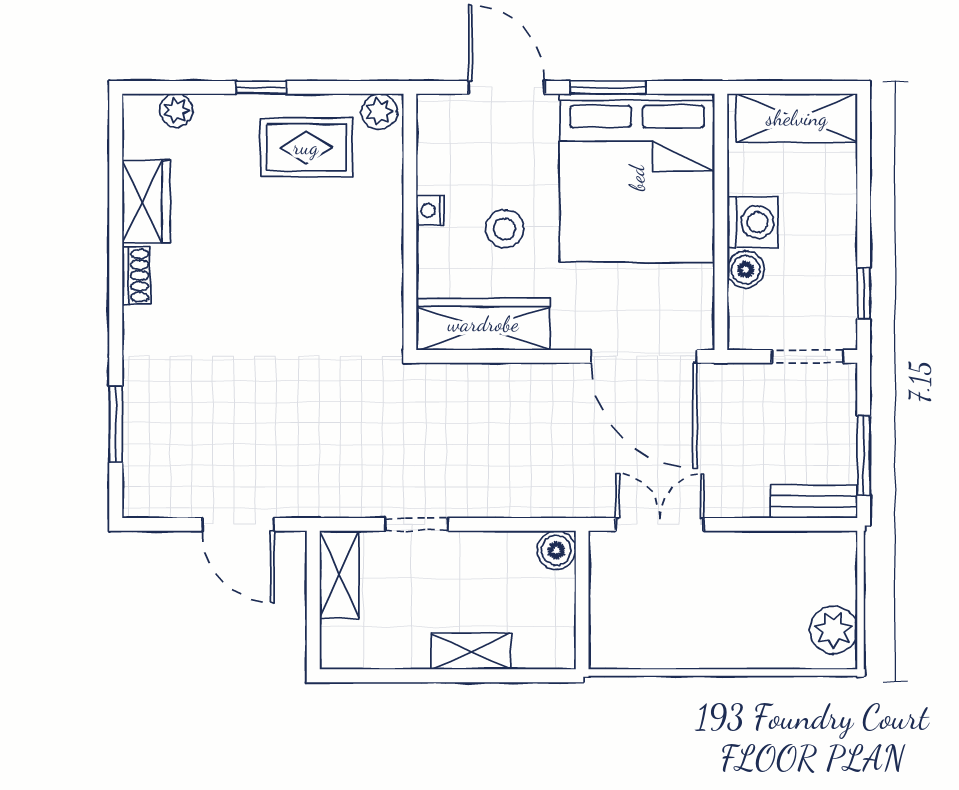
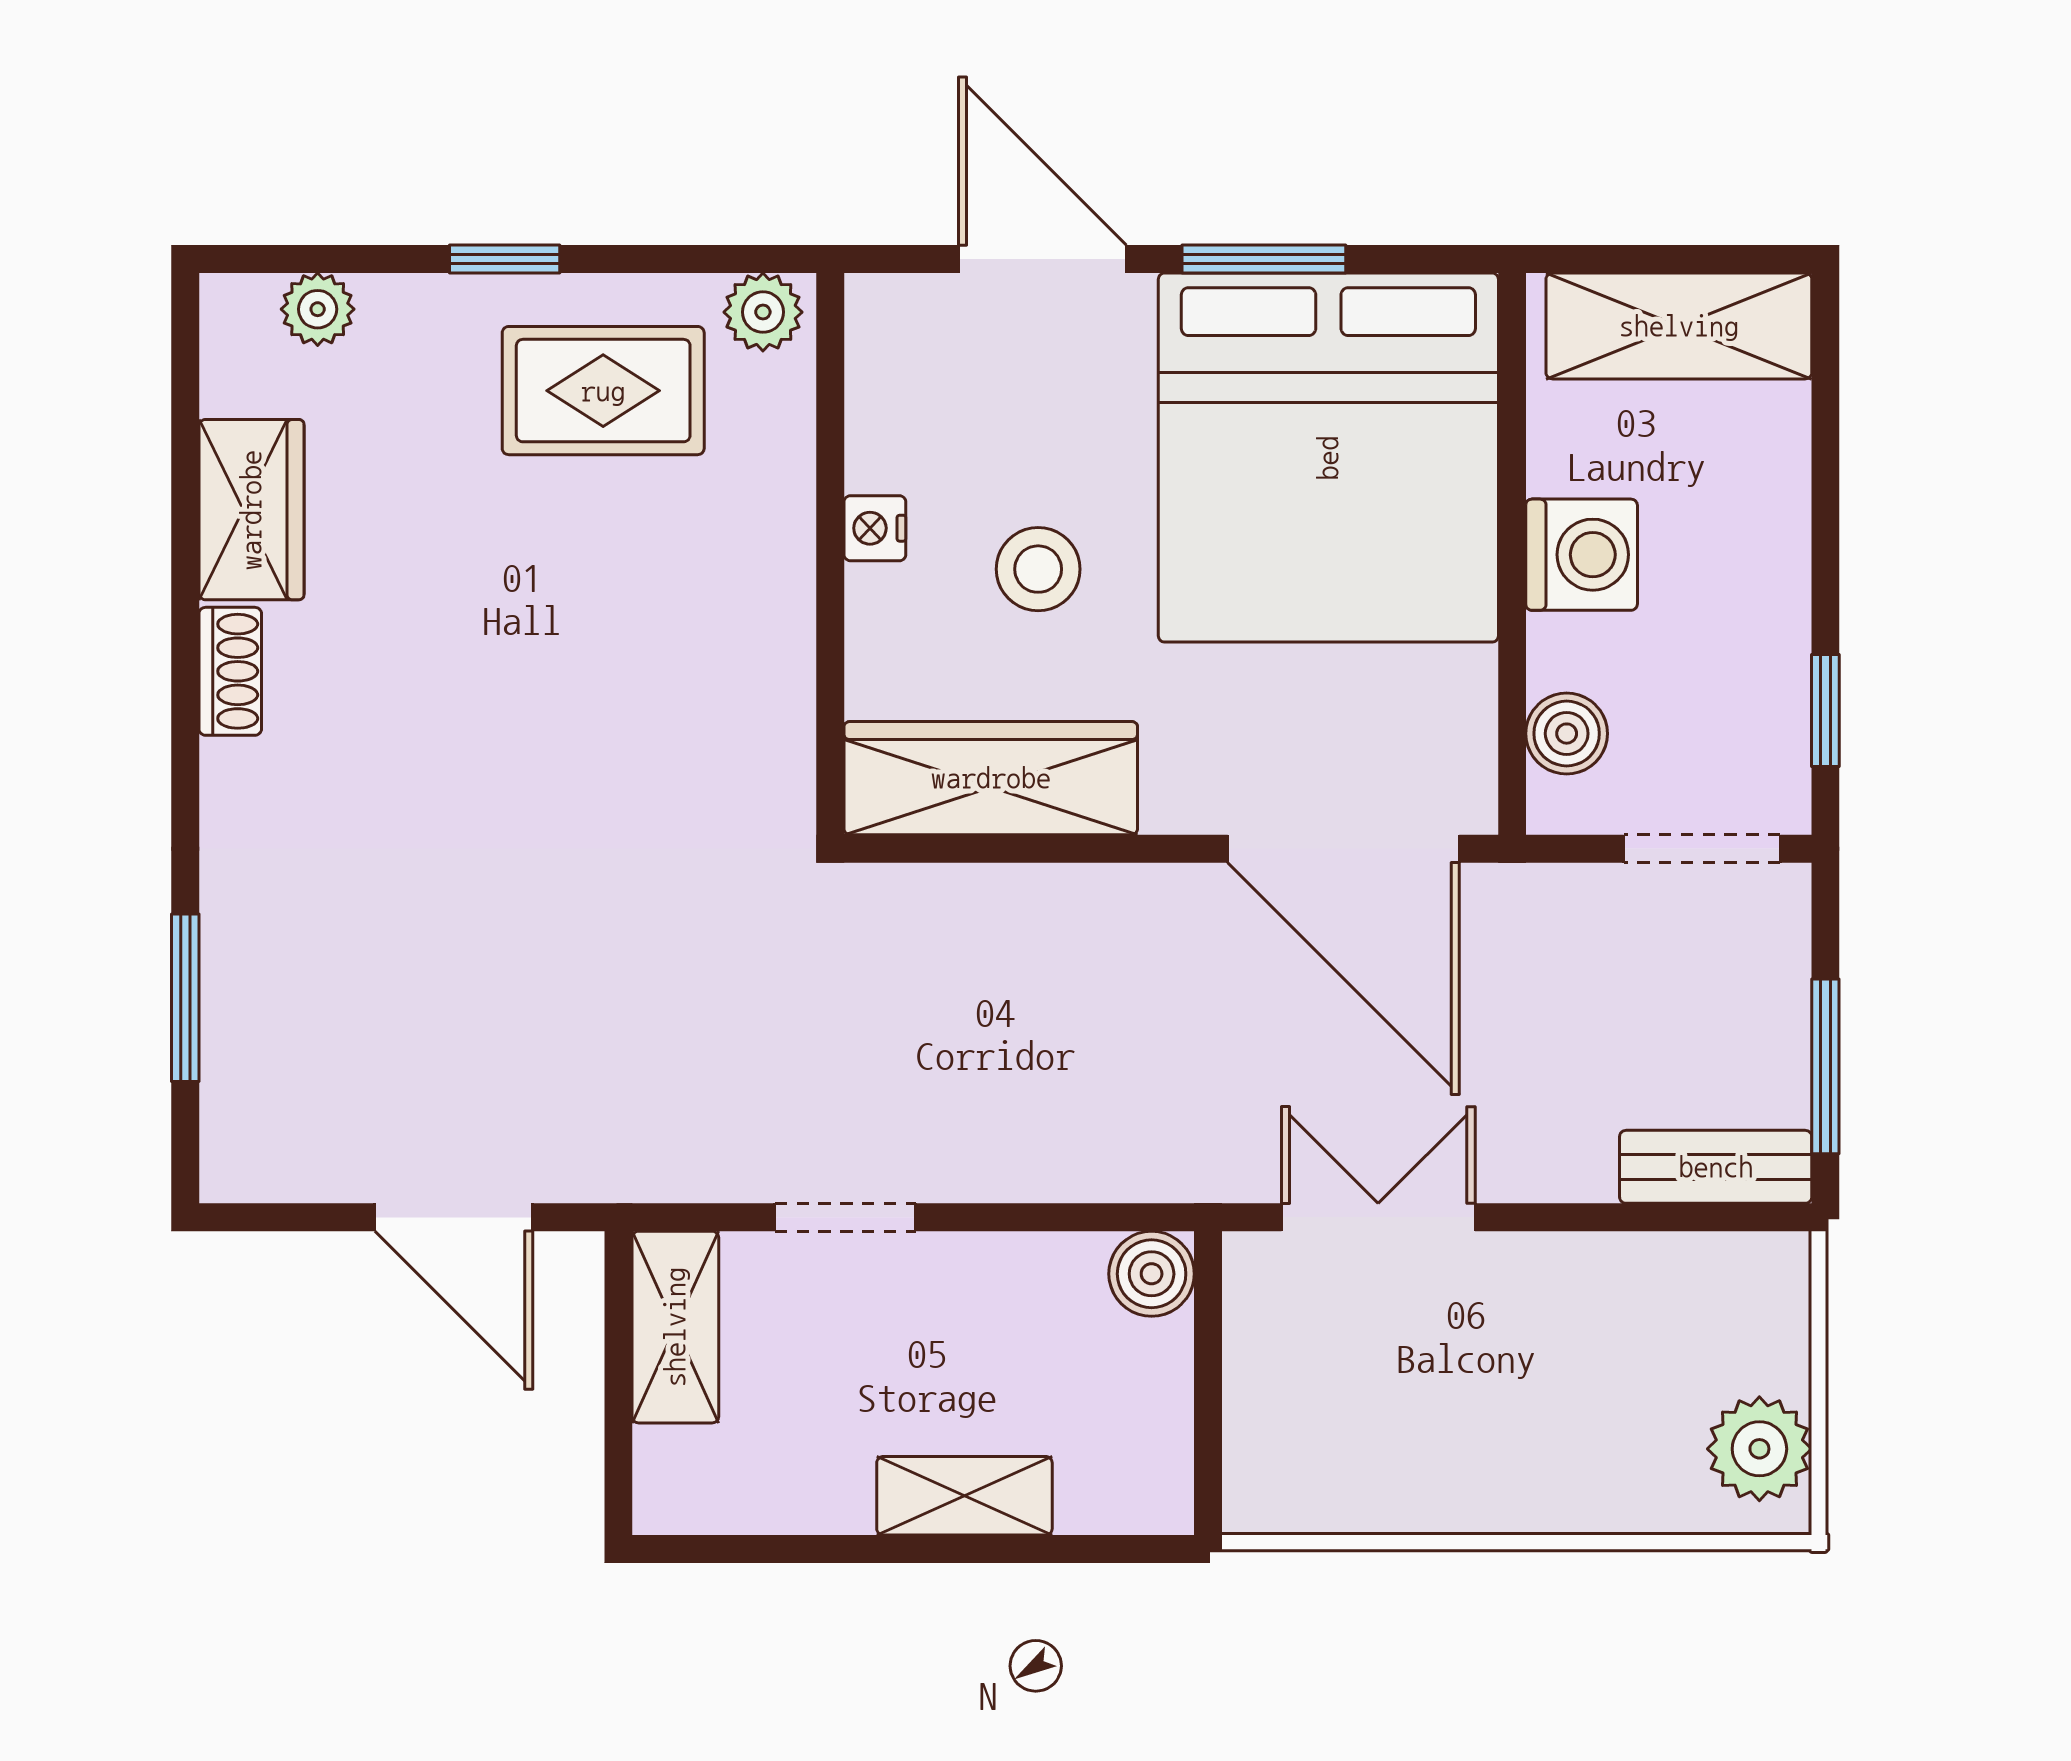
boiler: (746, 270) -> (1567, 734), moved

